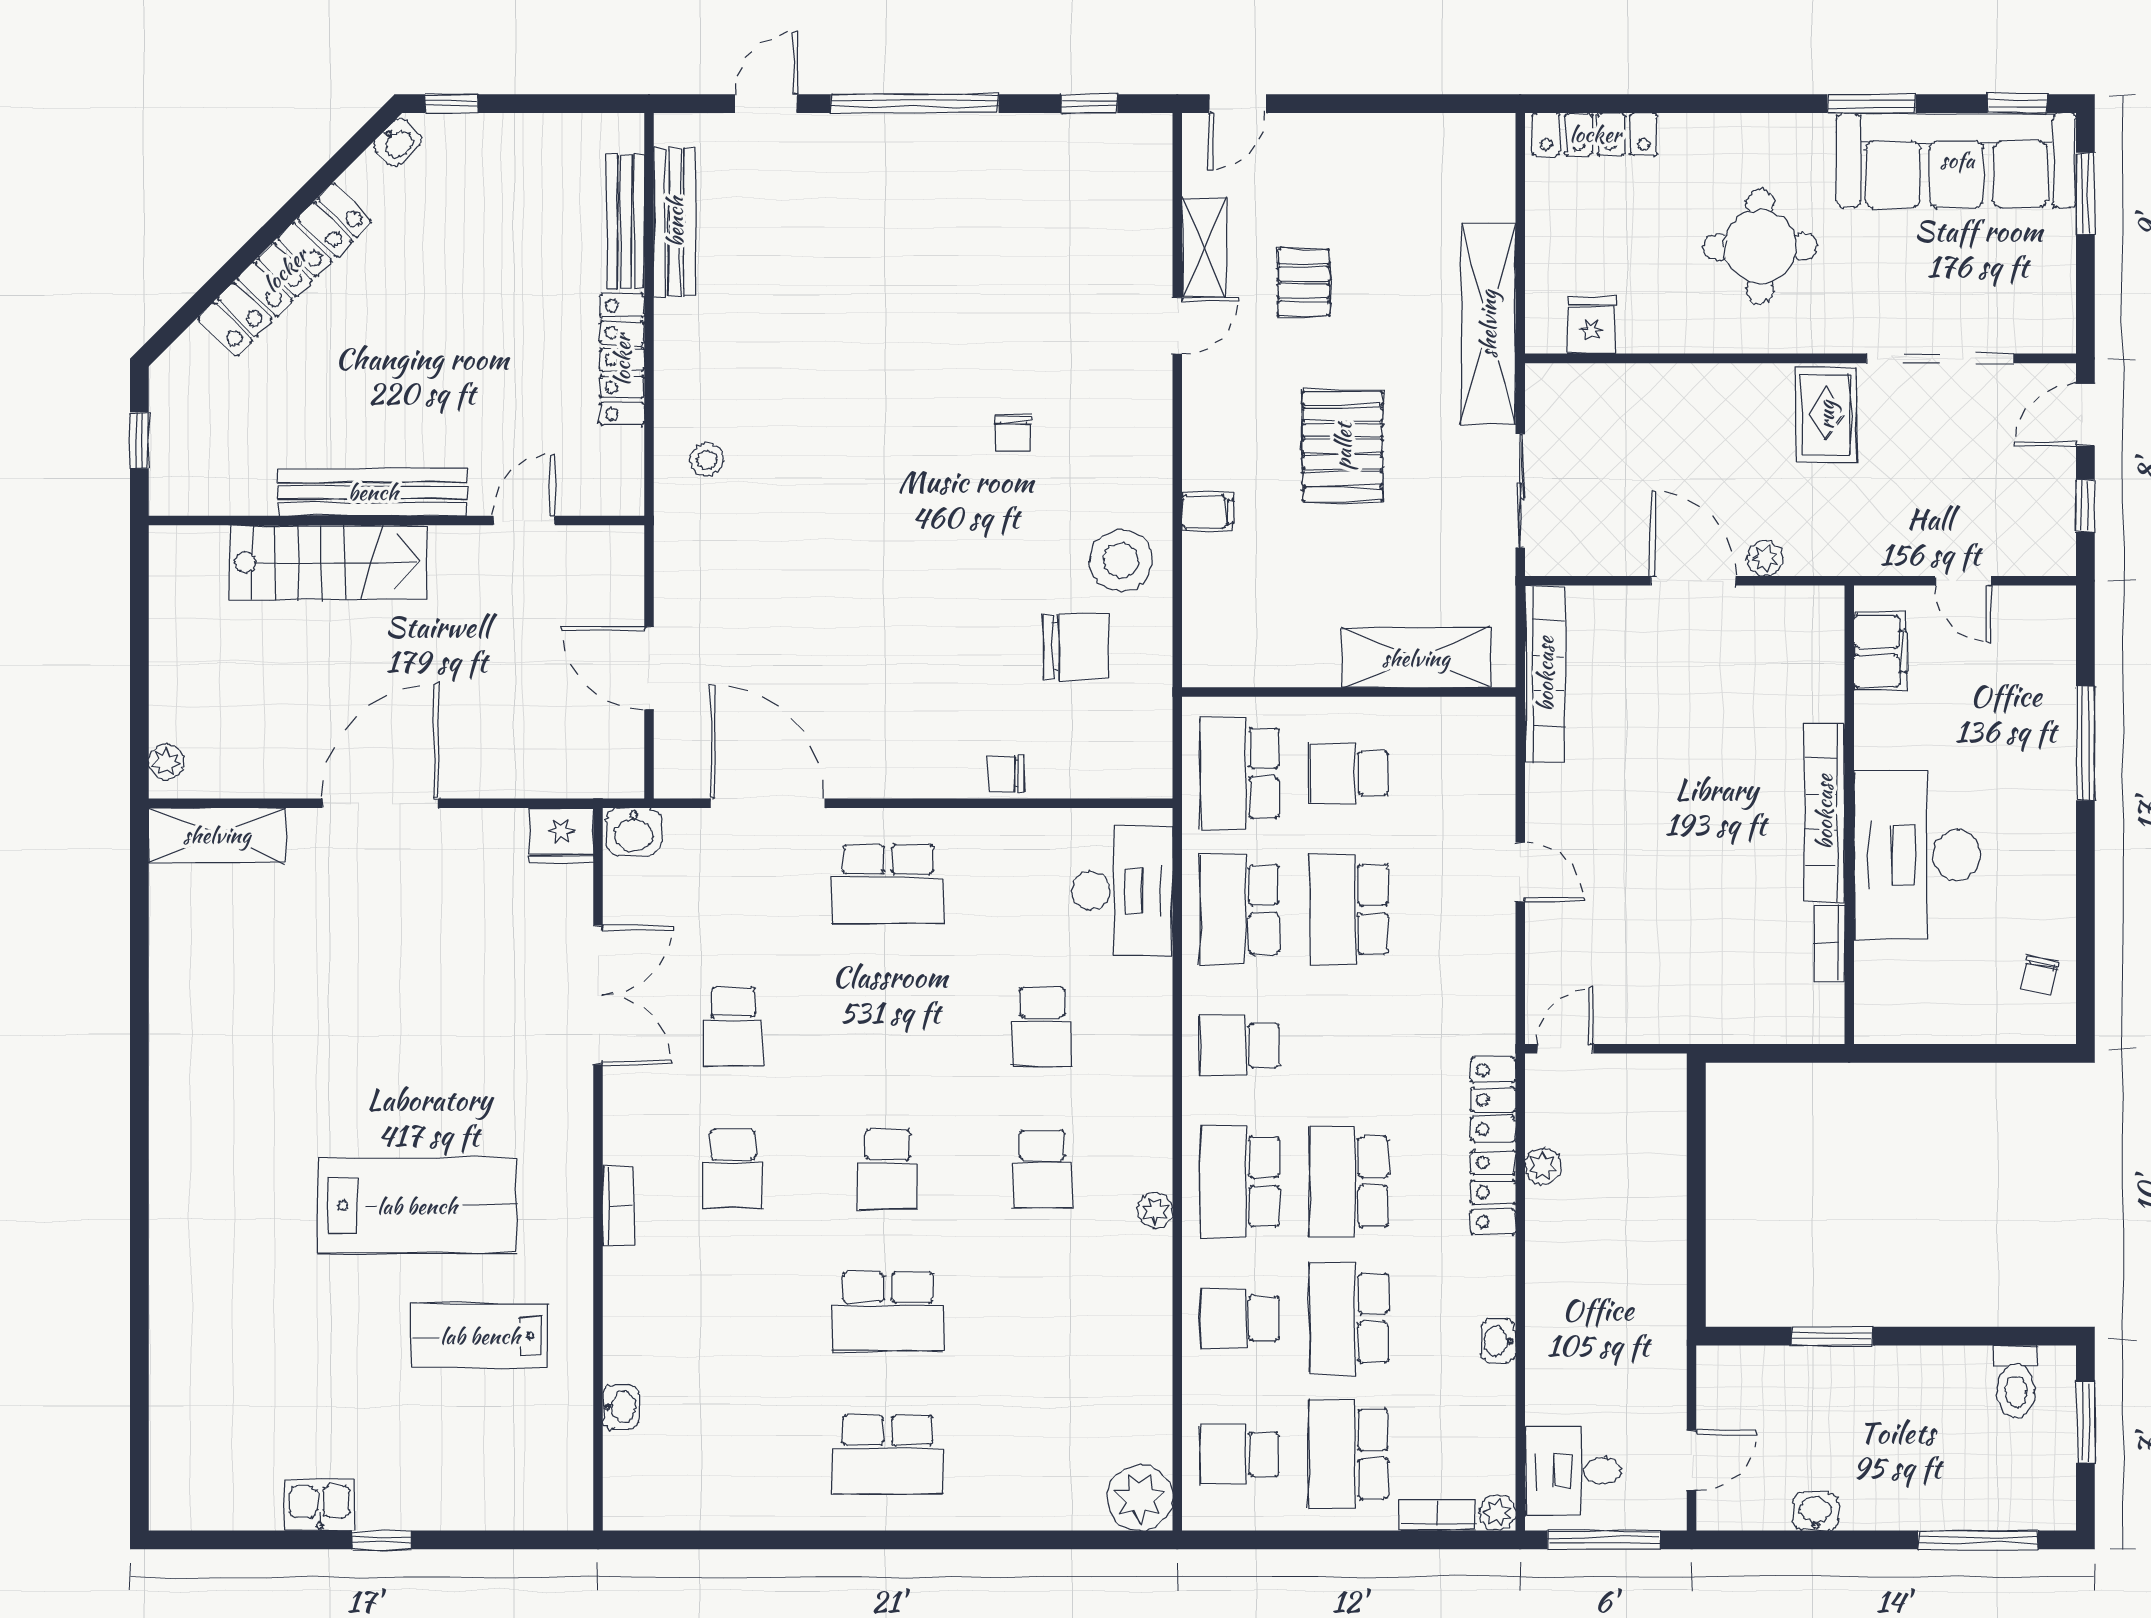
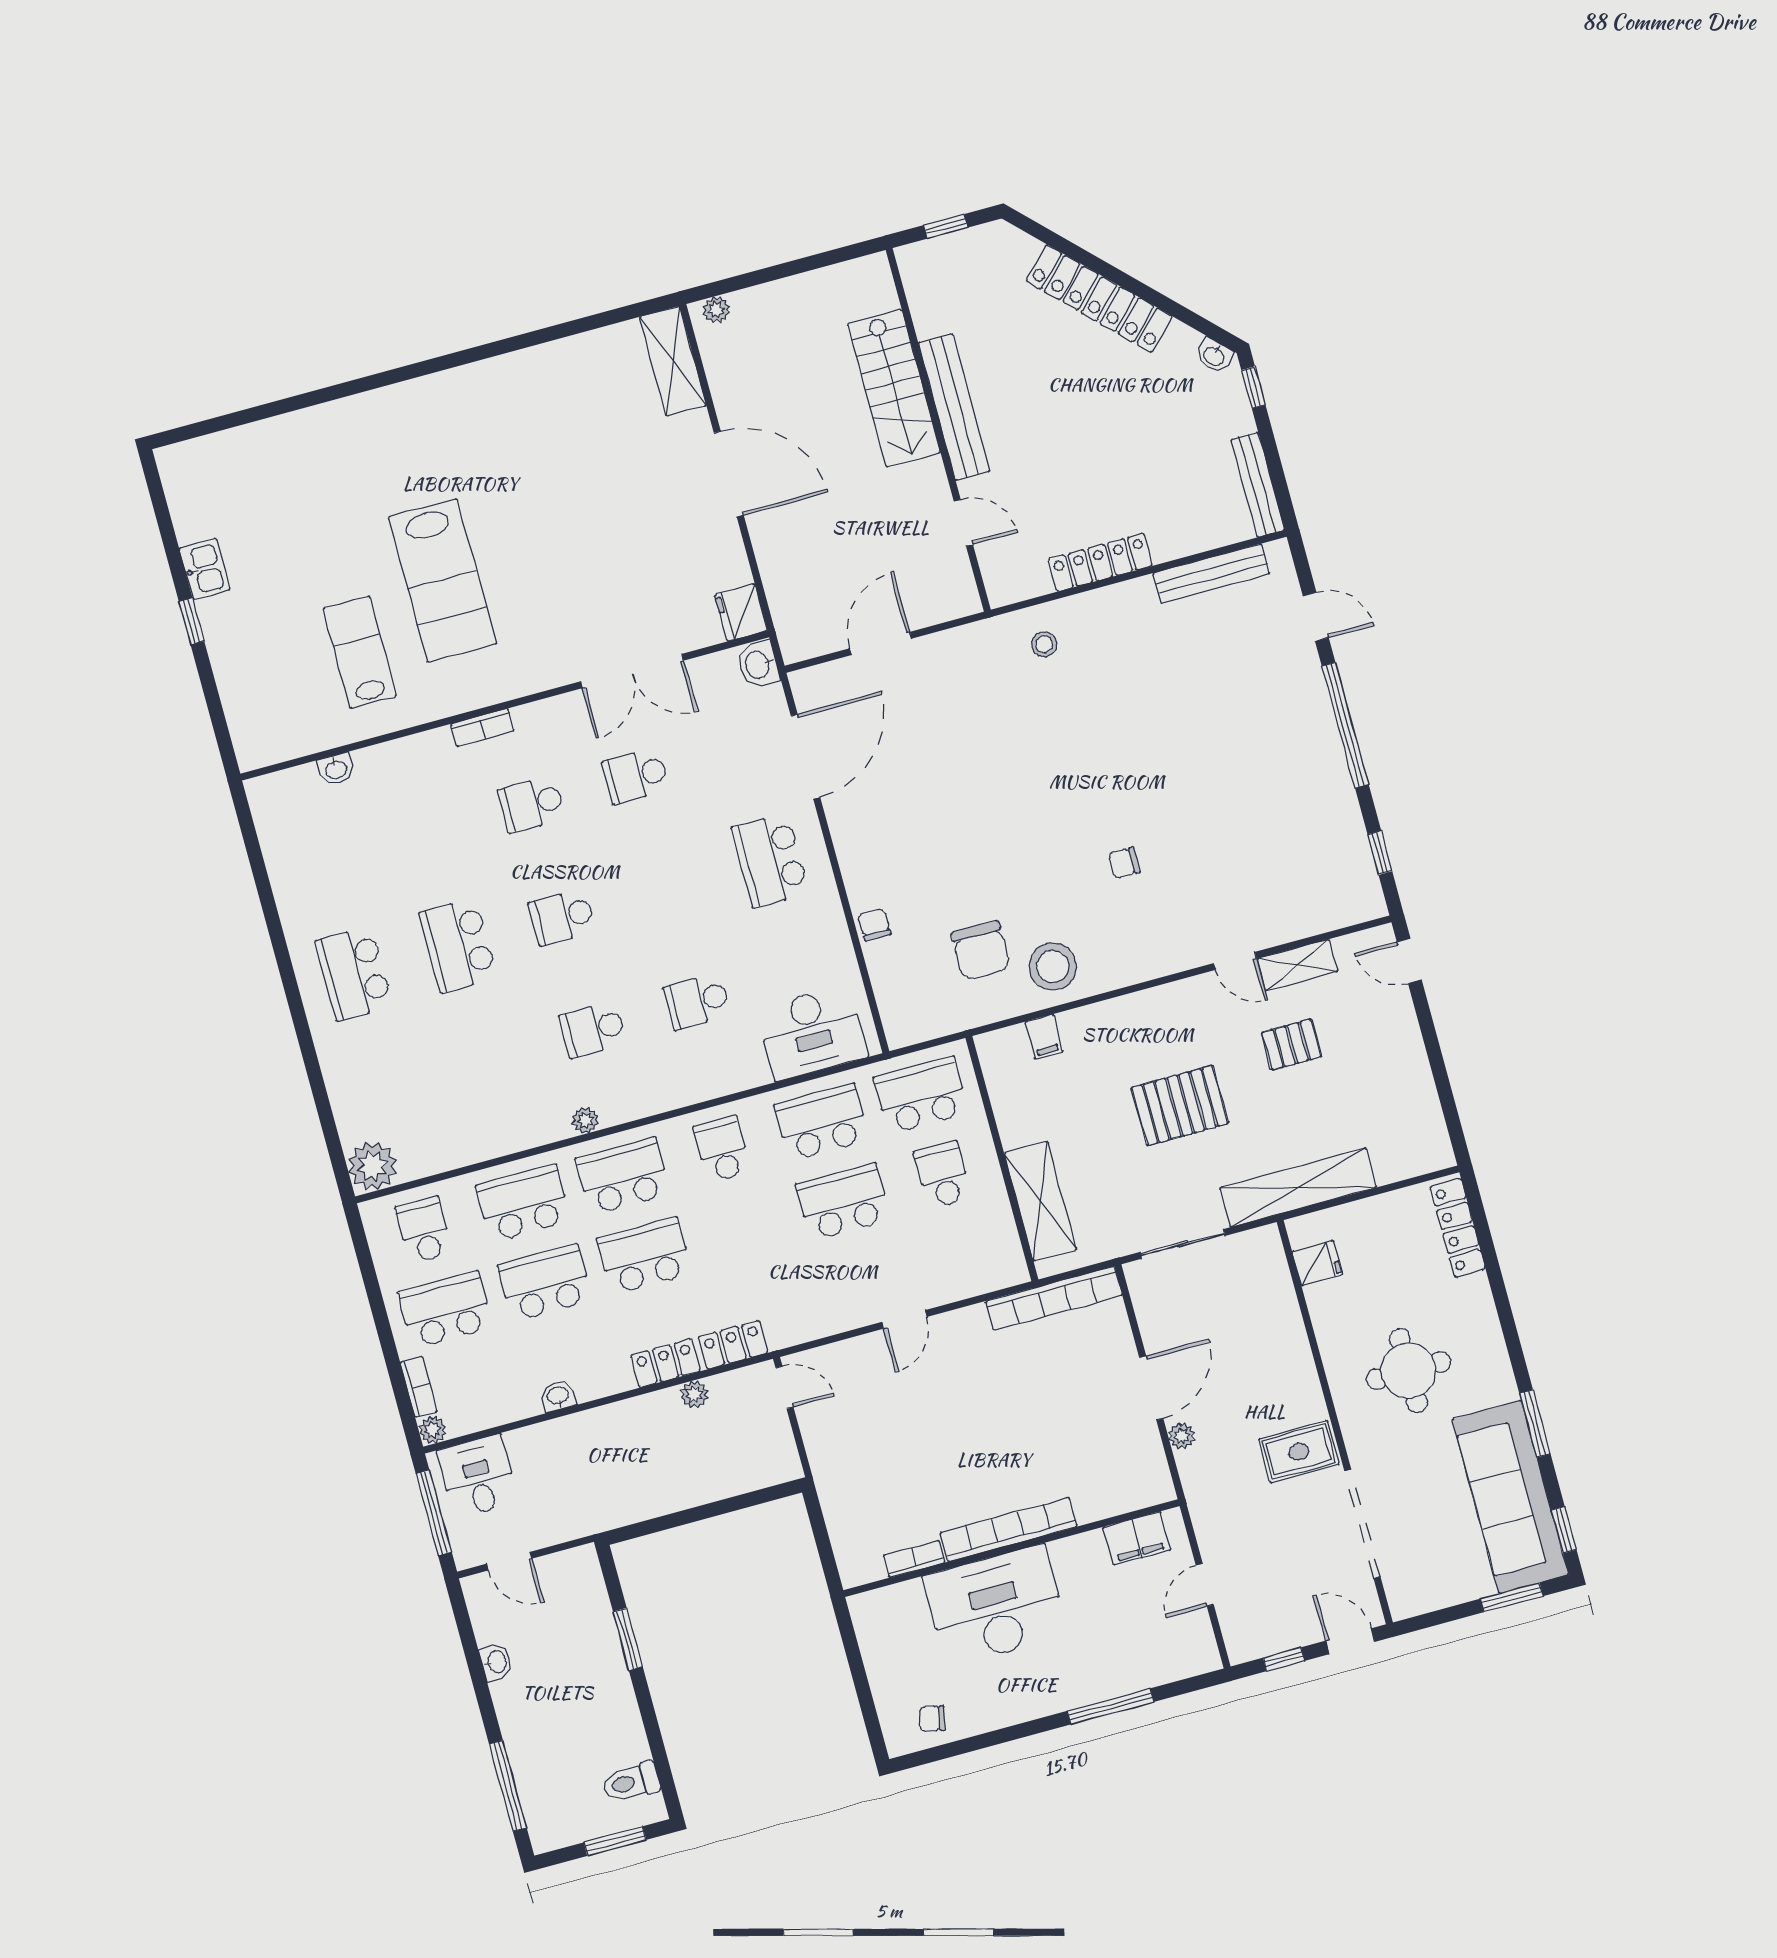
bench: (626, 221) -> (1258, 485), moved, turned 90
filing cabinet: (1208, 512) -> (1044, 1037), moved
school desk: (1240, 1318) -> (523, 1203), width x1.85

